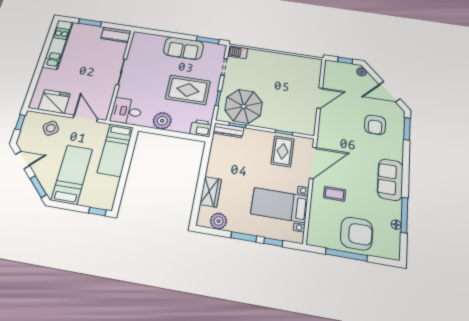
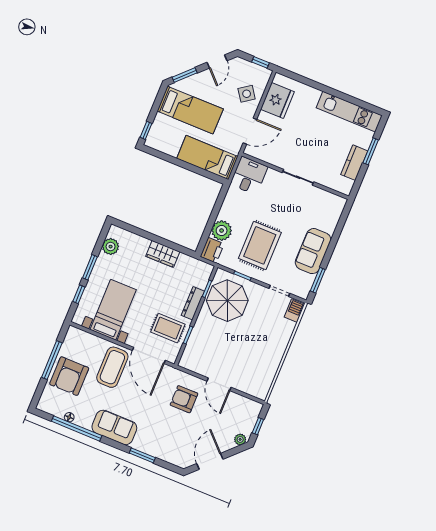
kitchen counter: (116, 35) -> (354, 163), moved
plant: (162, 121) -> (222, 231), moved
armchair: (375, 125) -> (184, 399), moved
window: (407, 129) -> (142, 455), moved
dresser: (228, 130) -> (193, 303), moved
wardrobe: (211, 192) -> (163, 254), moved
coffee table: (335, 194) -> (112, 367), width x1.86, depth x1.72
window: (404, 215) -> (77, 428), width x1.46

